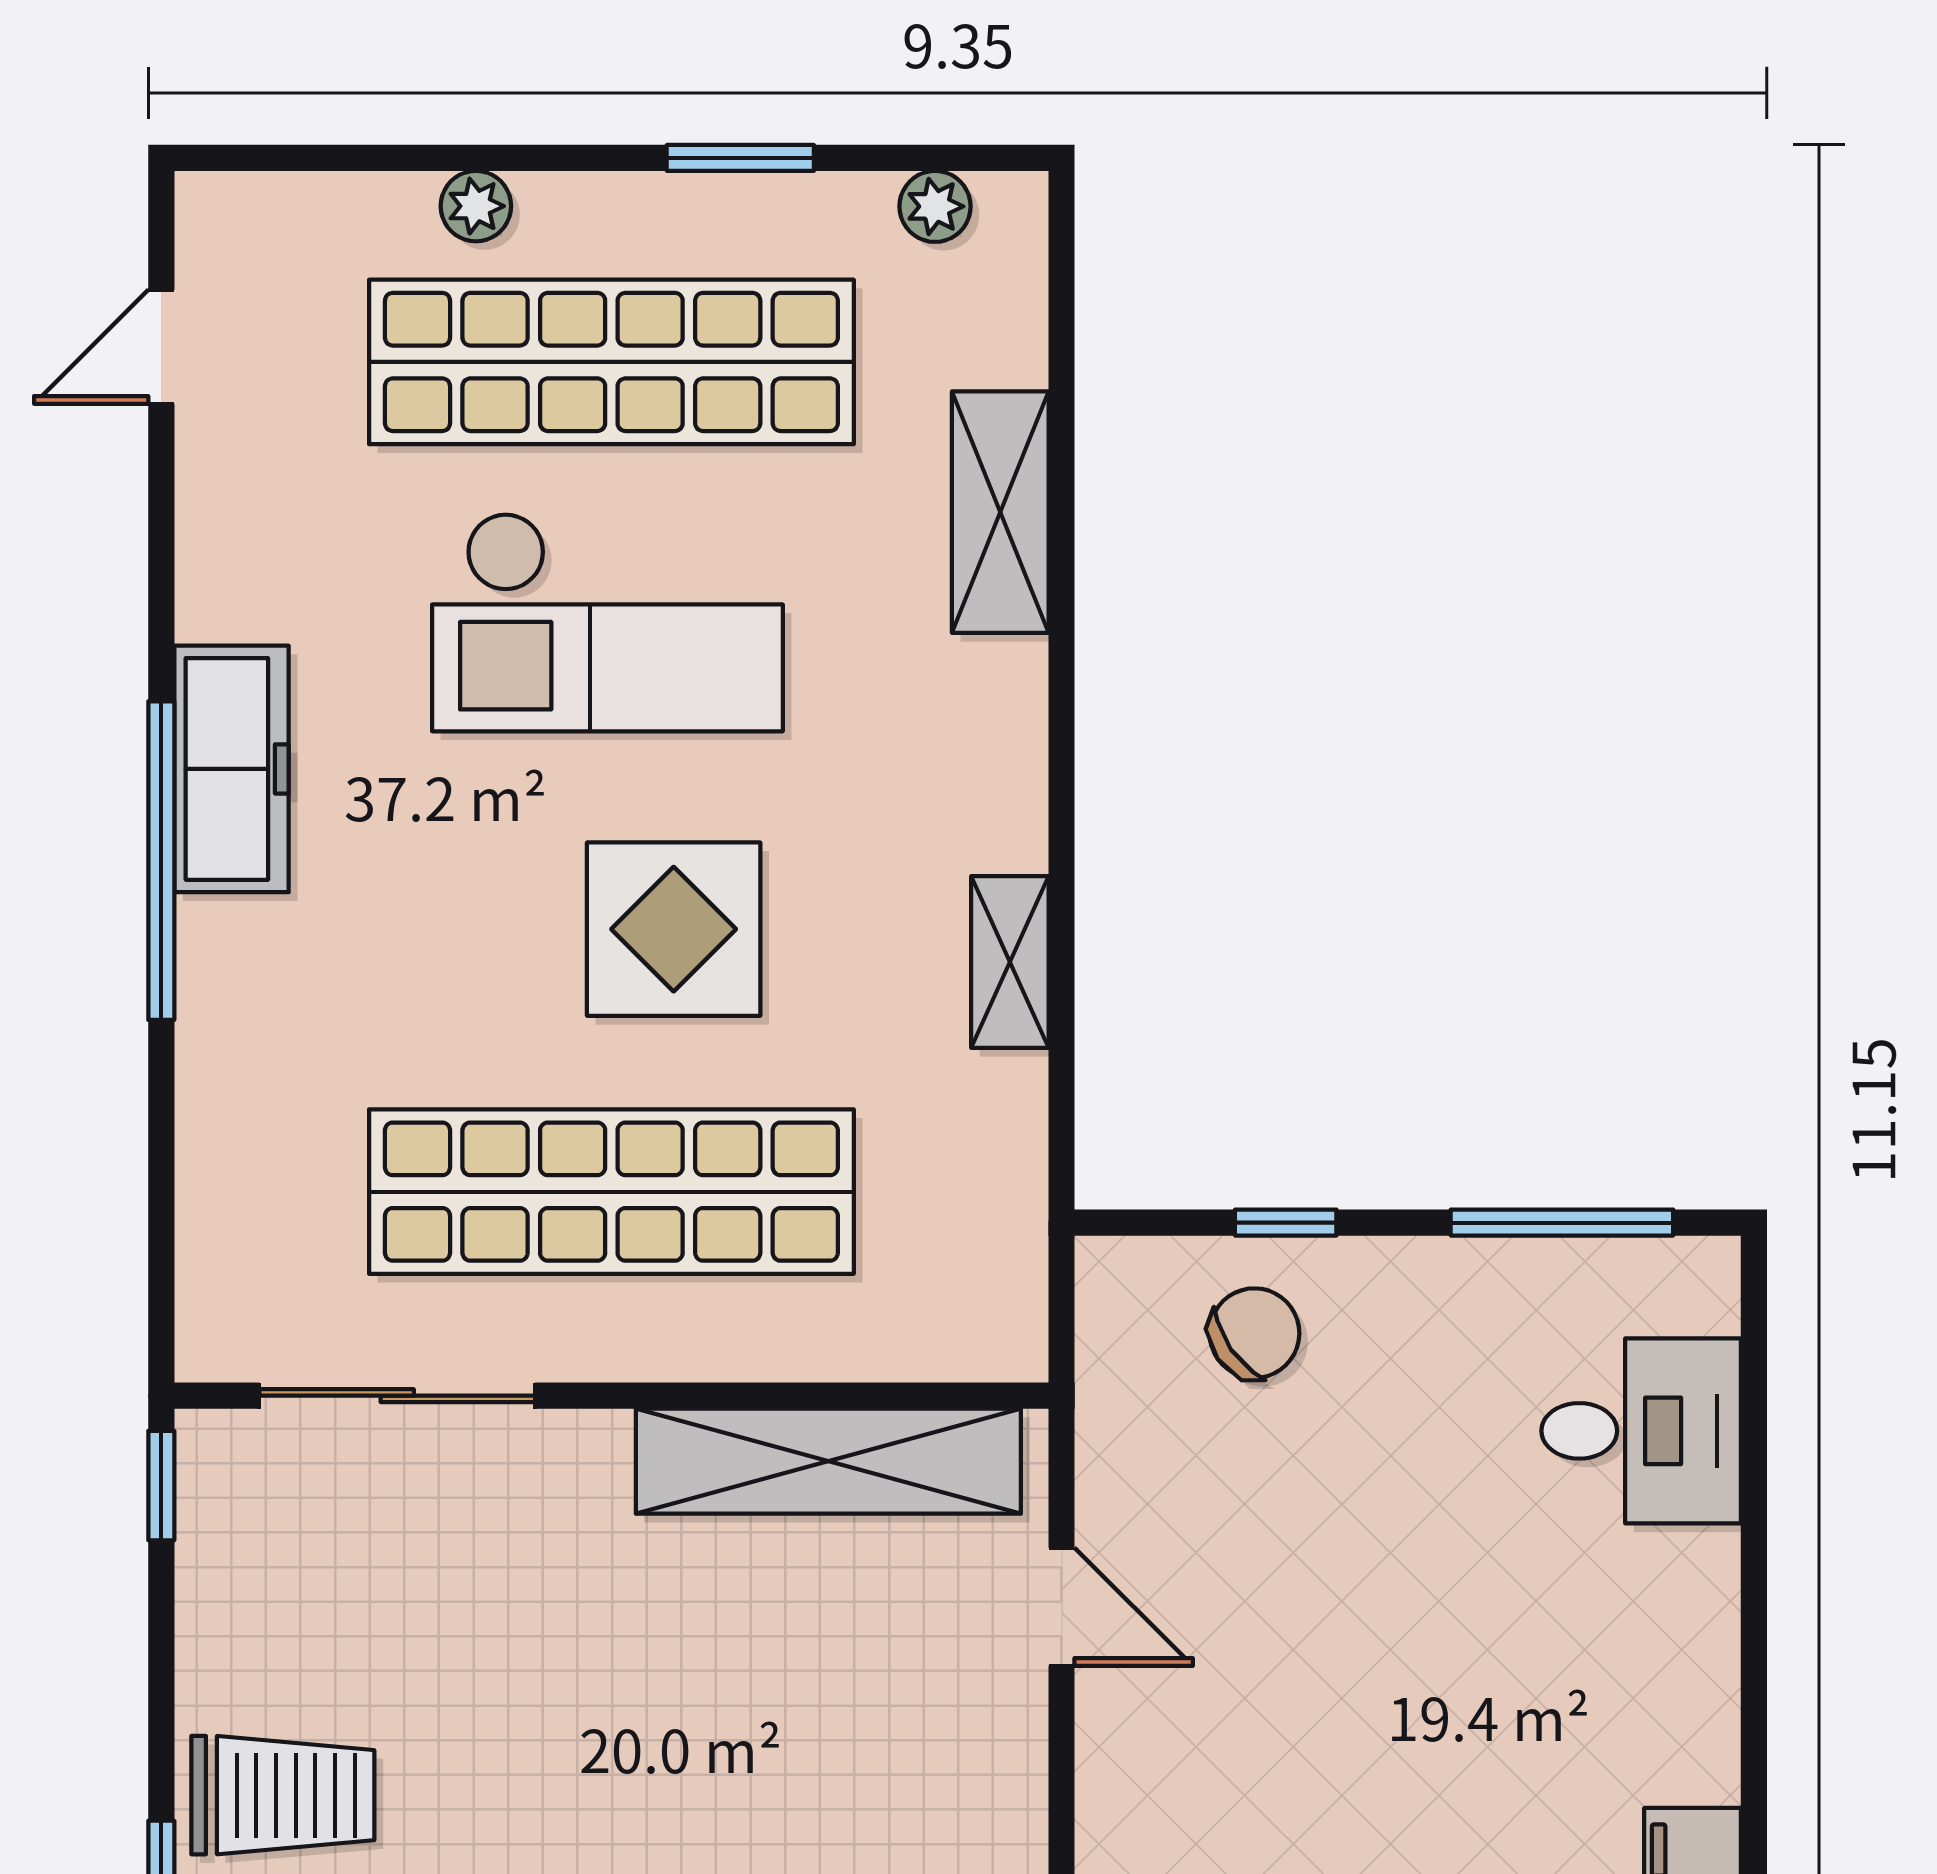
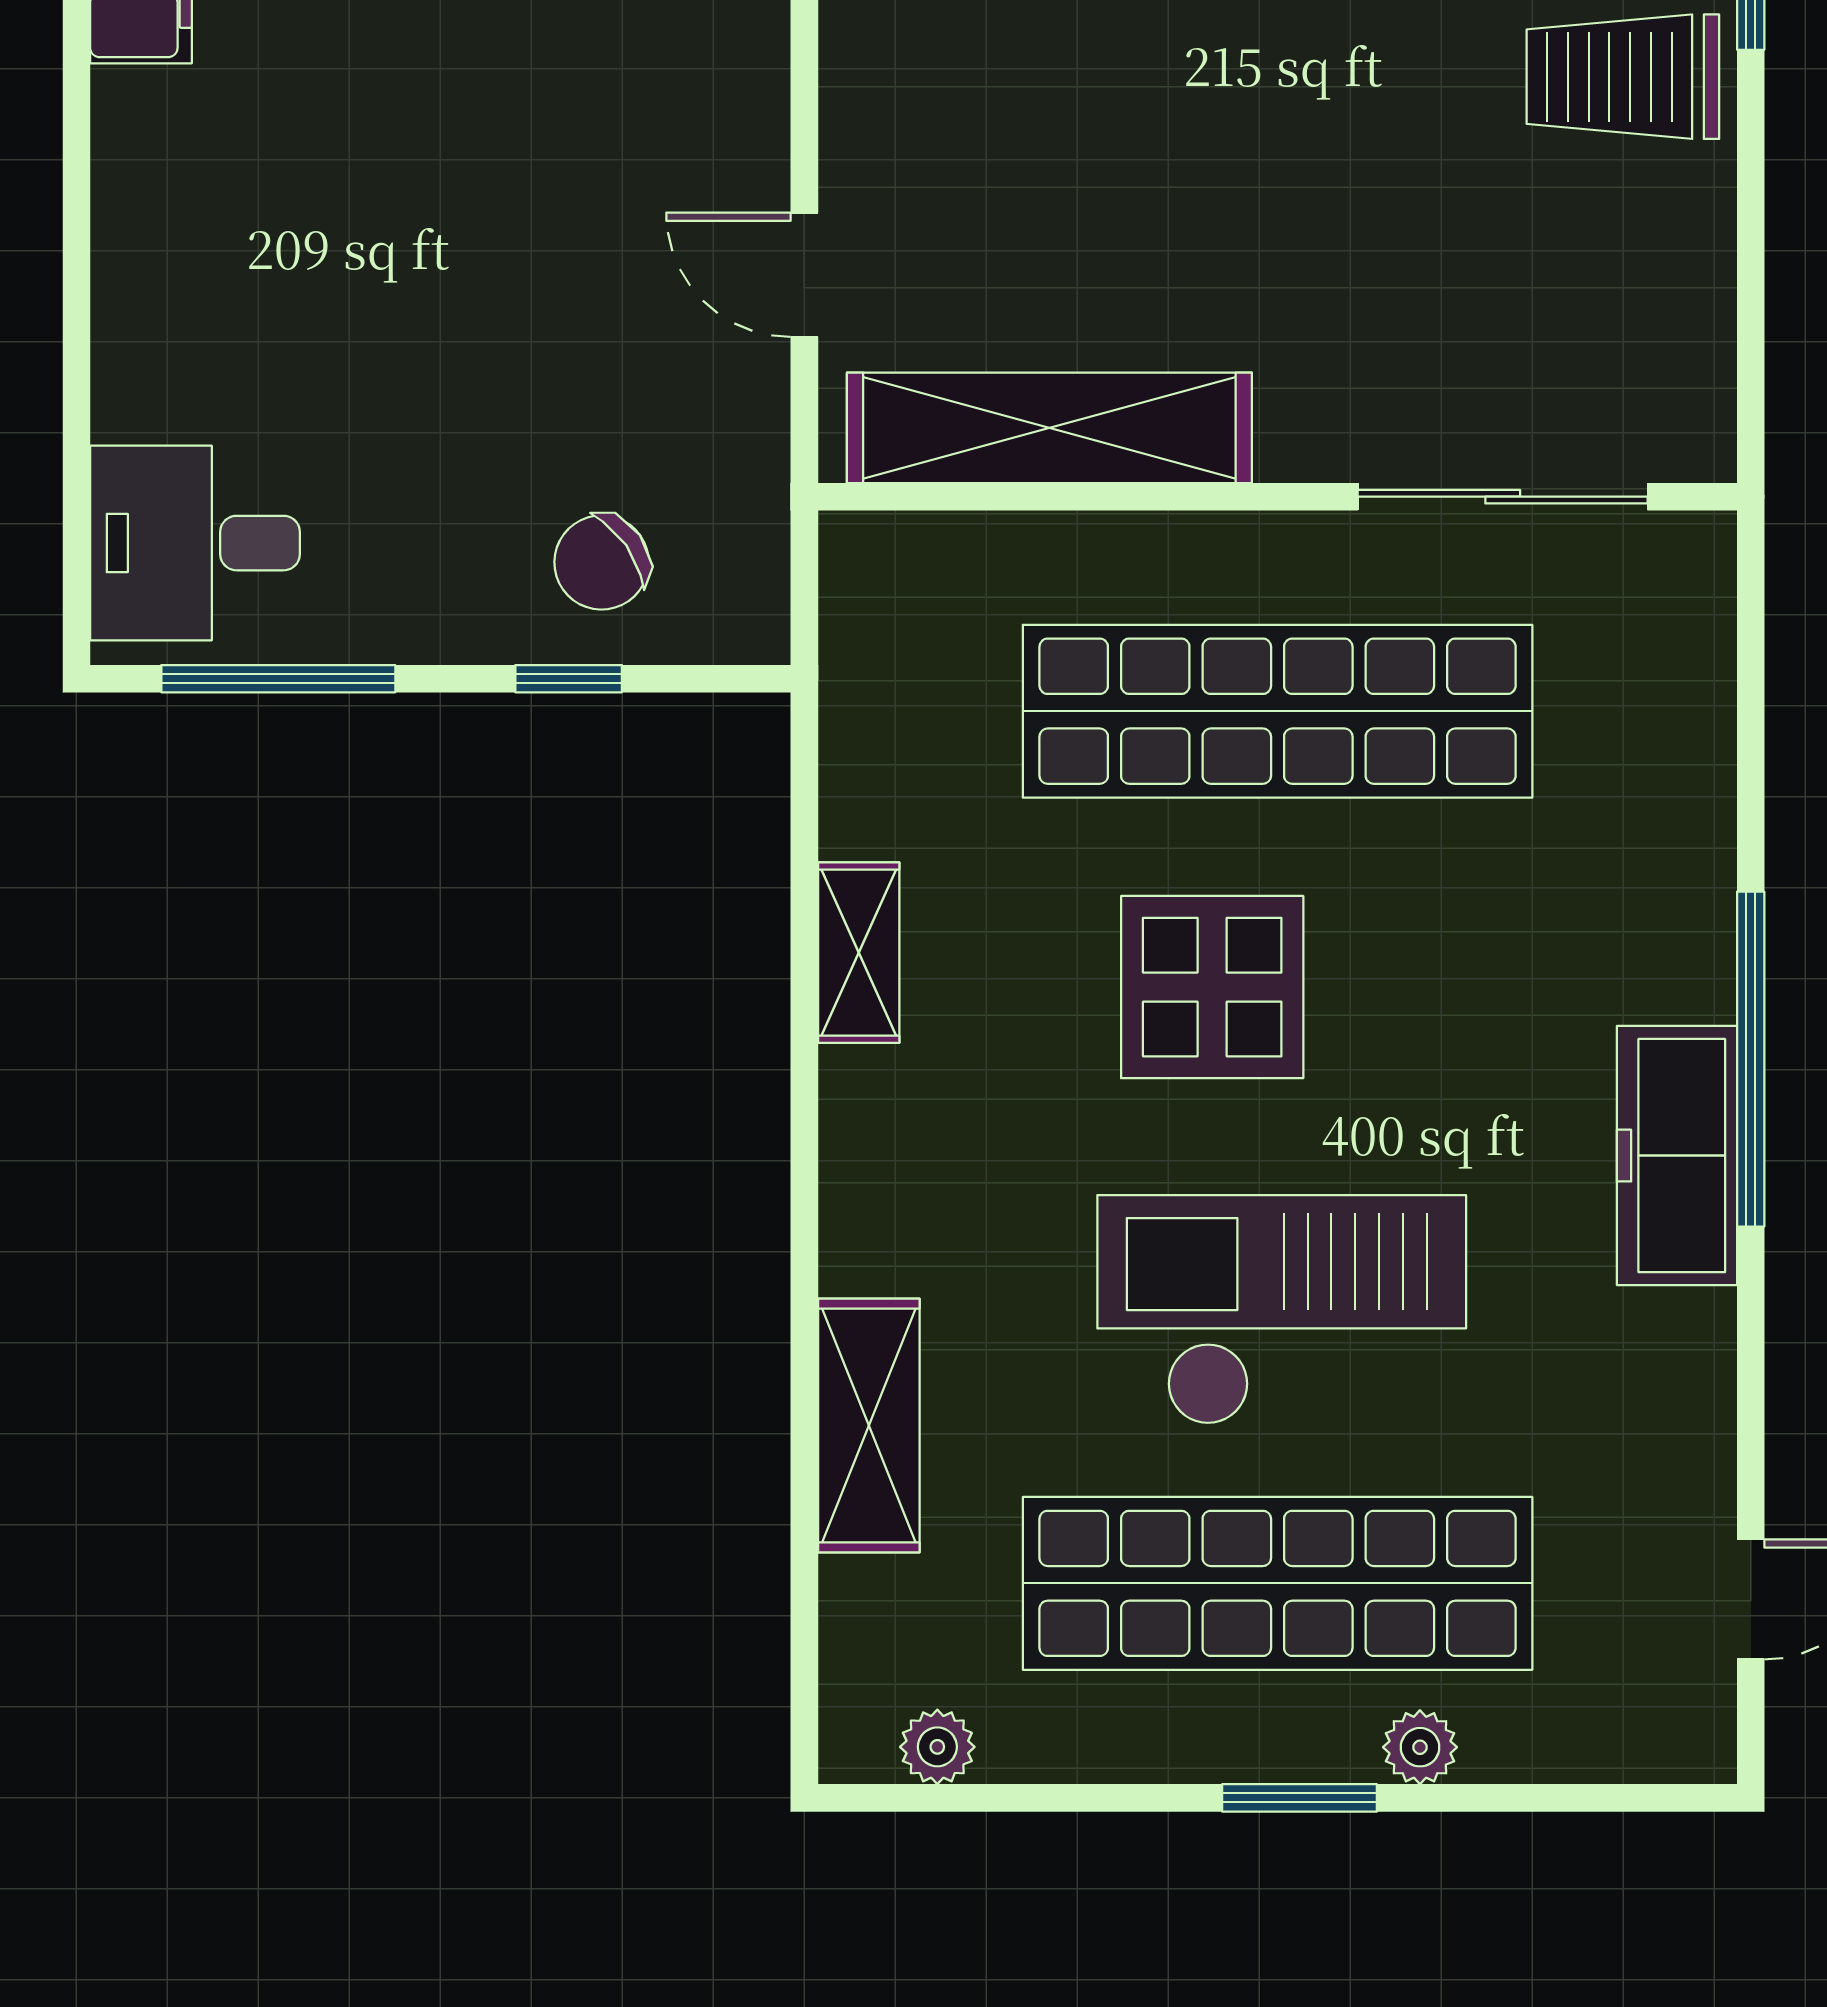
window: (740, 158) -> (1299, 1798), moved
desk: (1641, 1431) -> (195, 543), moved
window: (161, 1486) -> (1751, 402), removed

